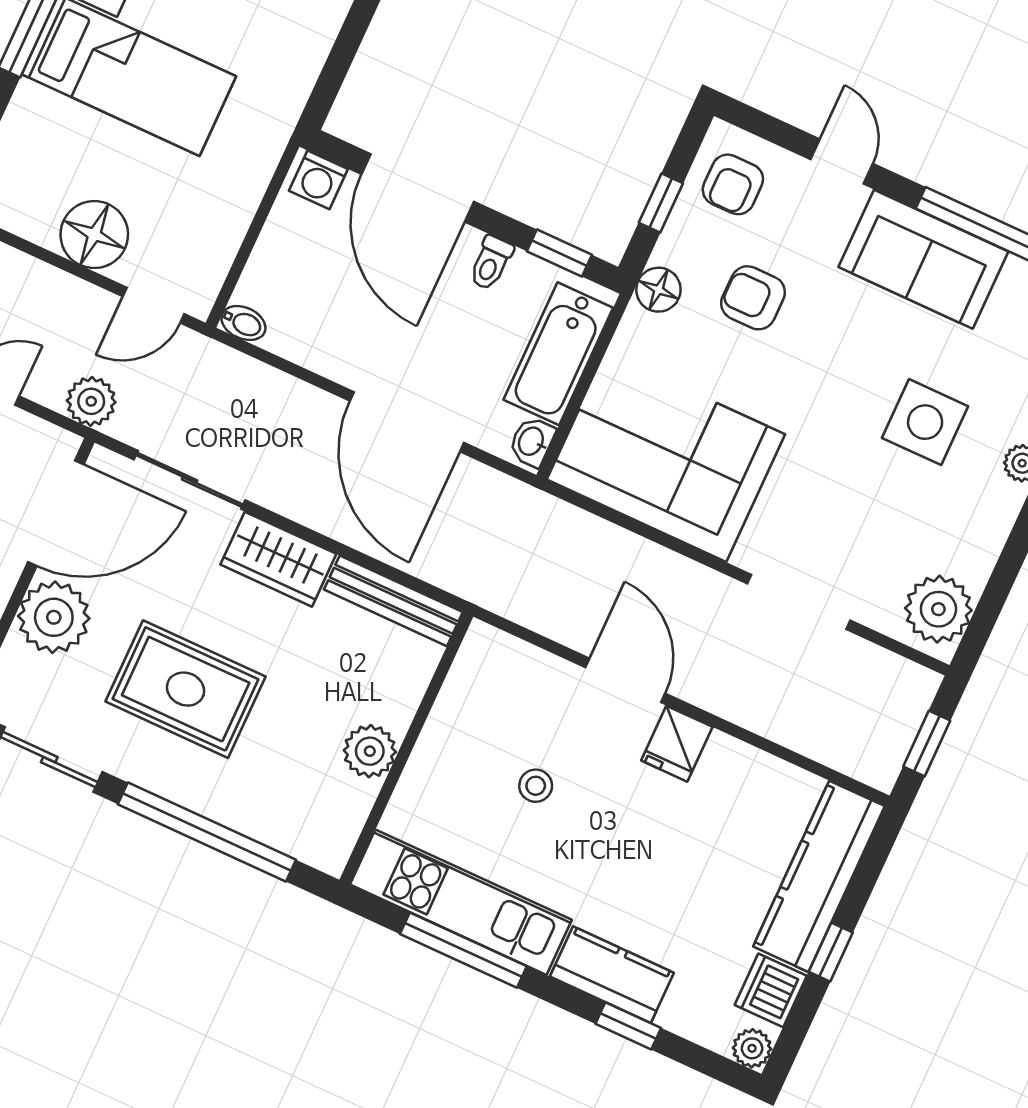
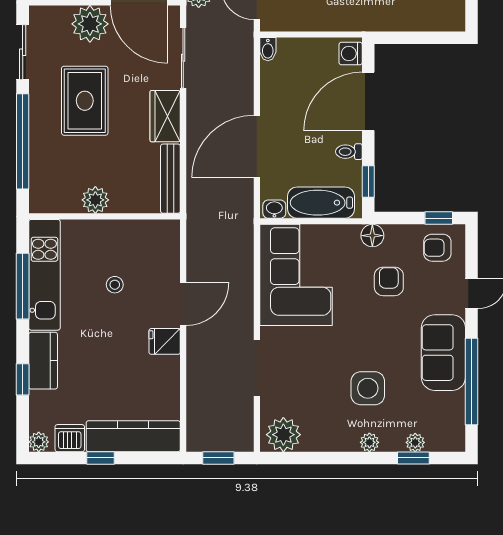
window: (661, 203) -> (439, 218), moved

